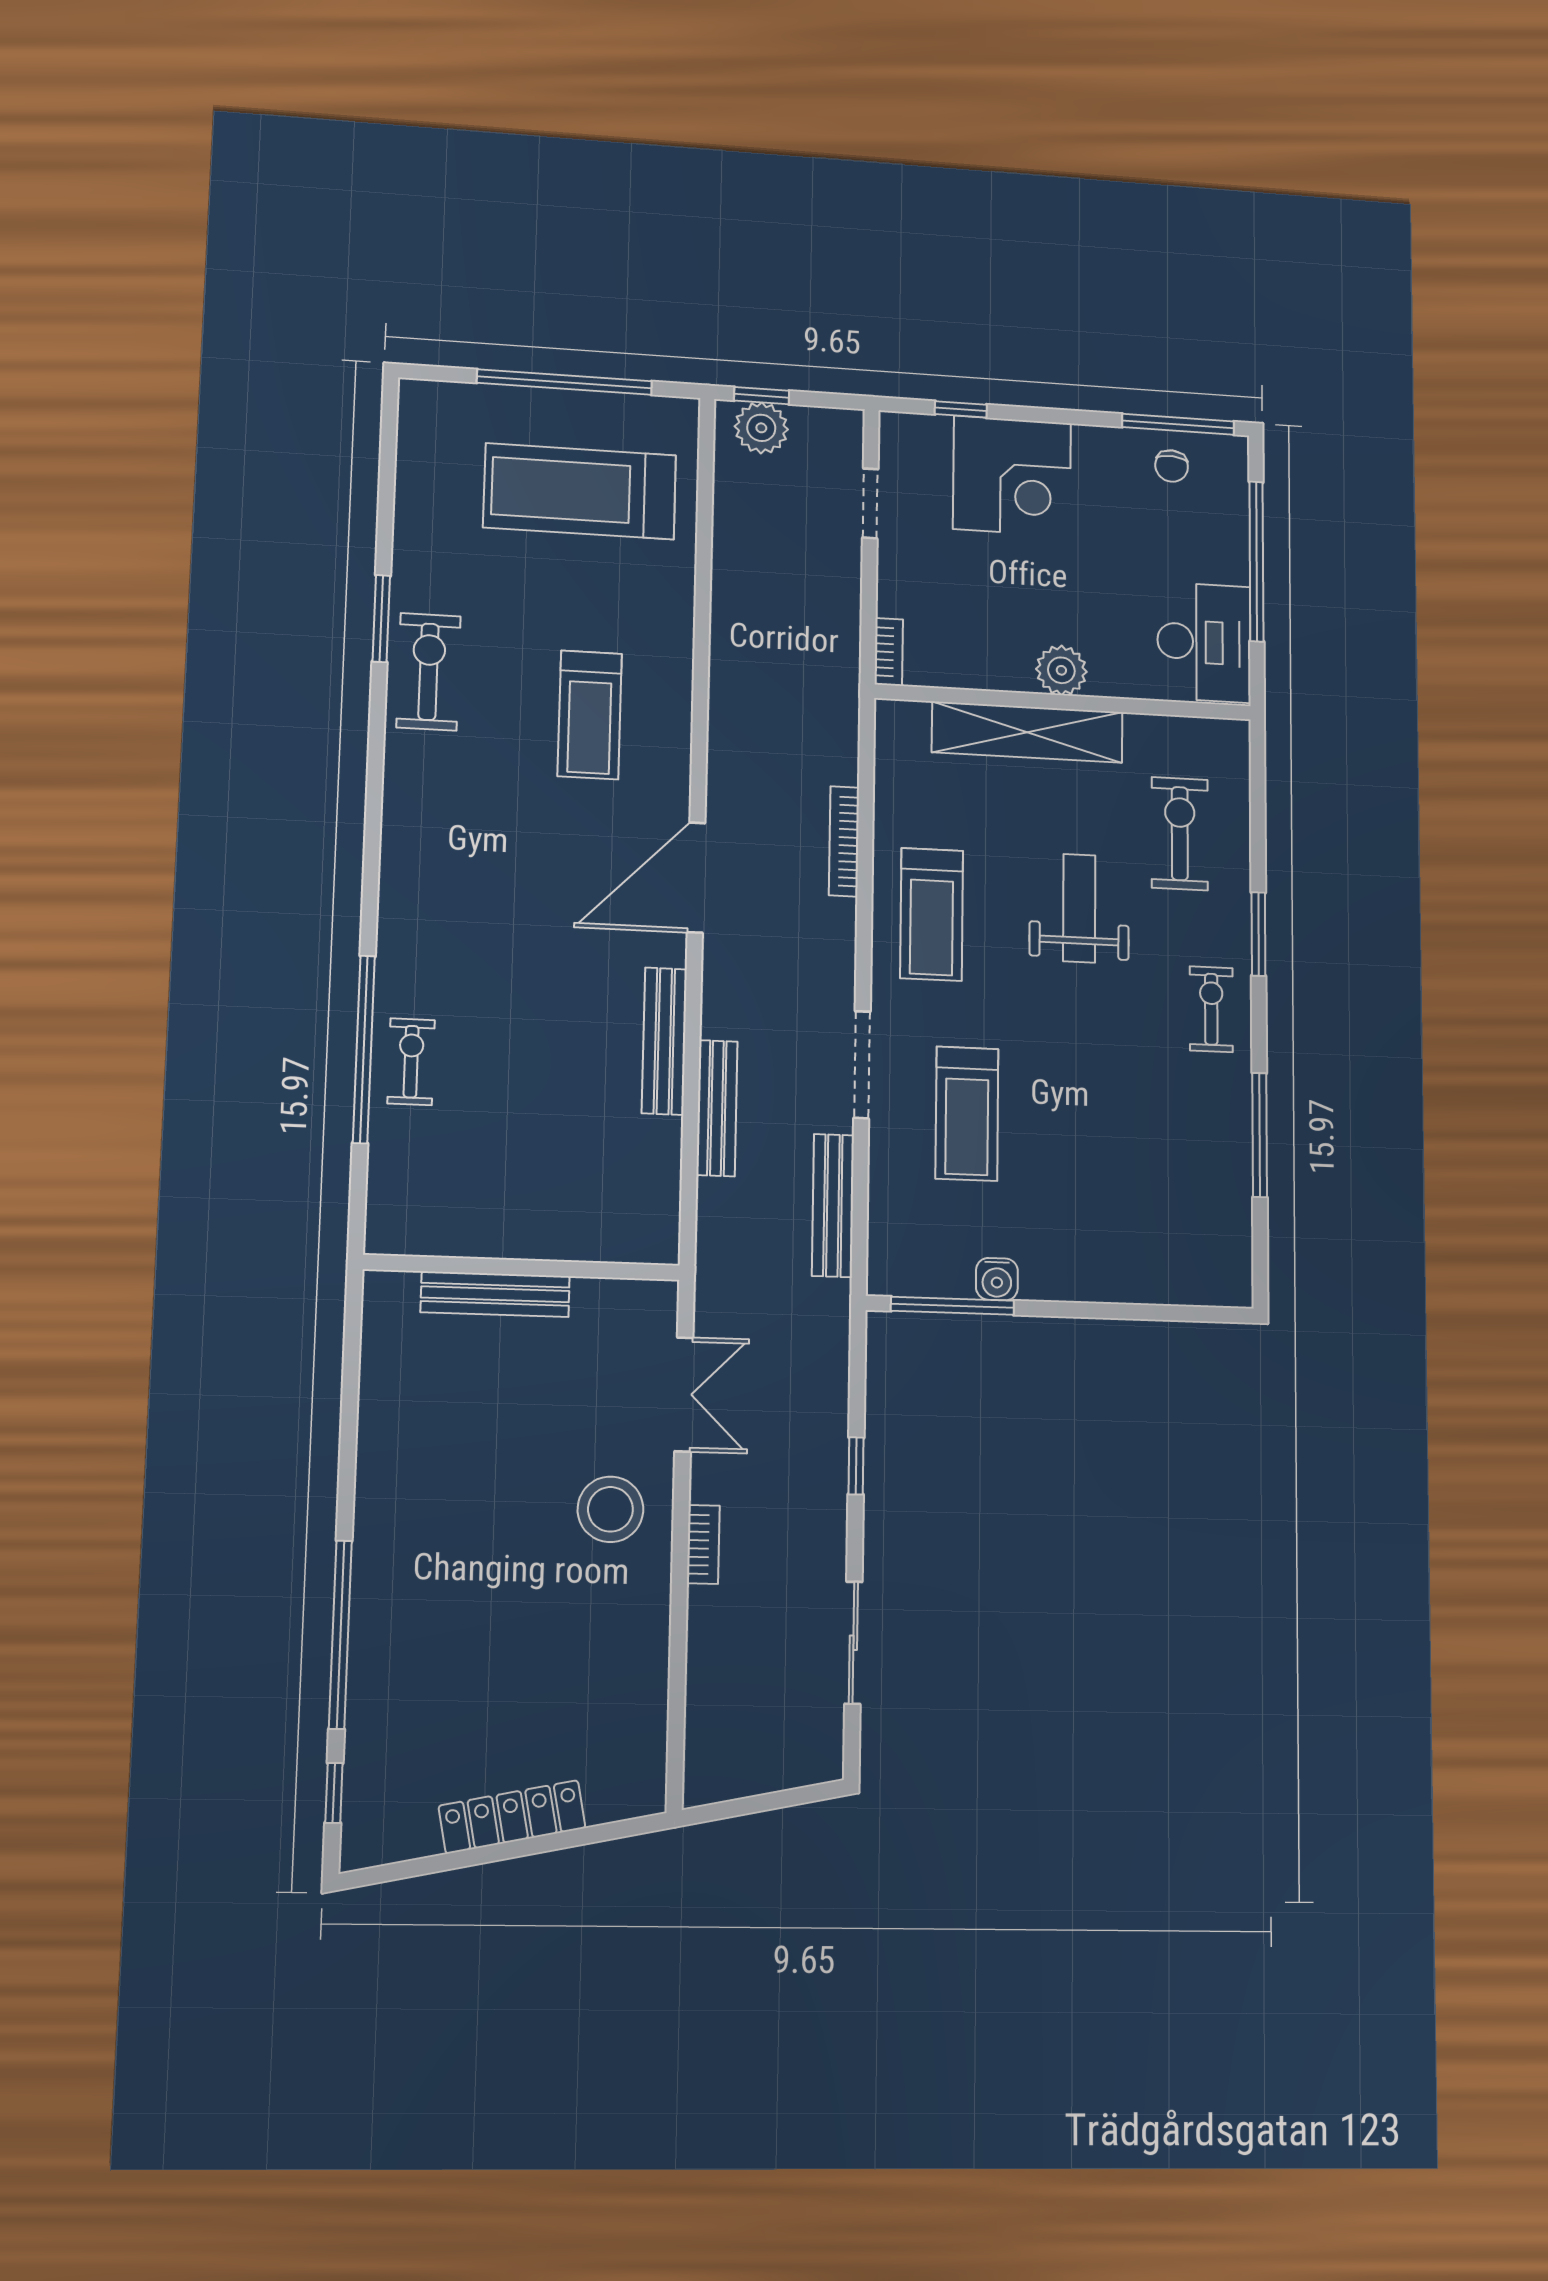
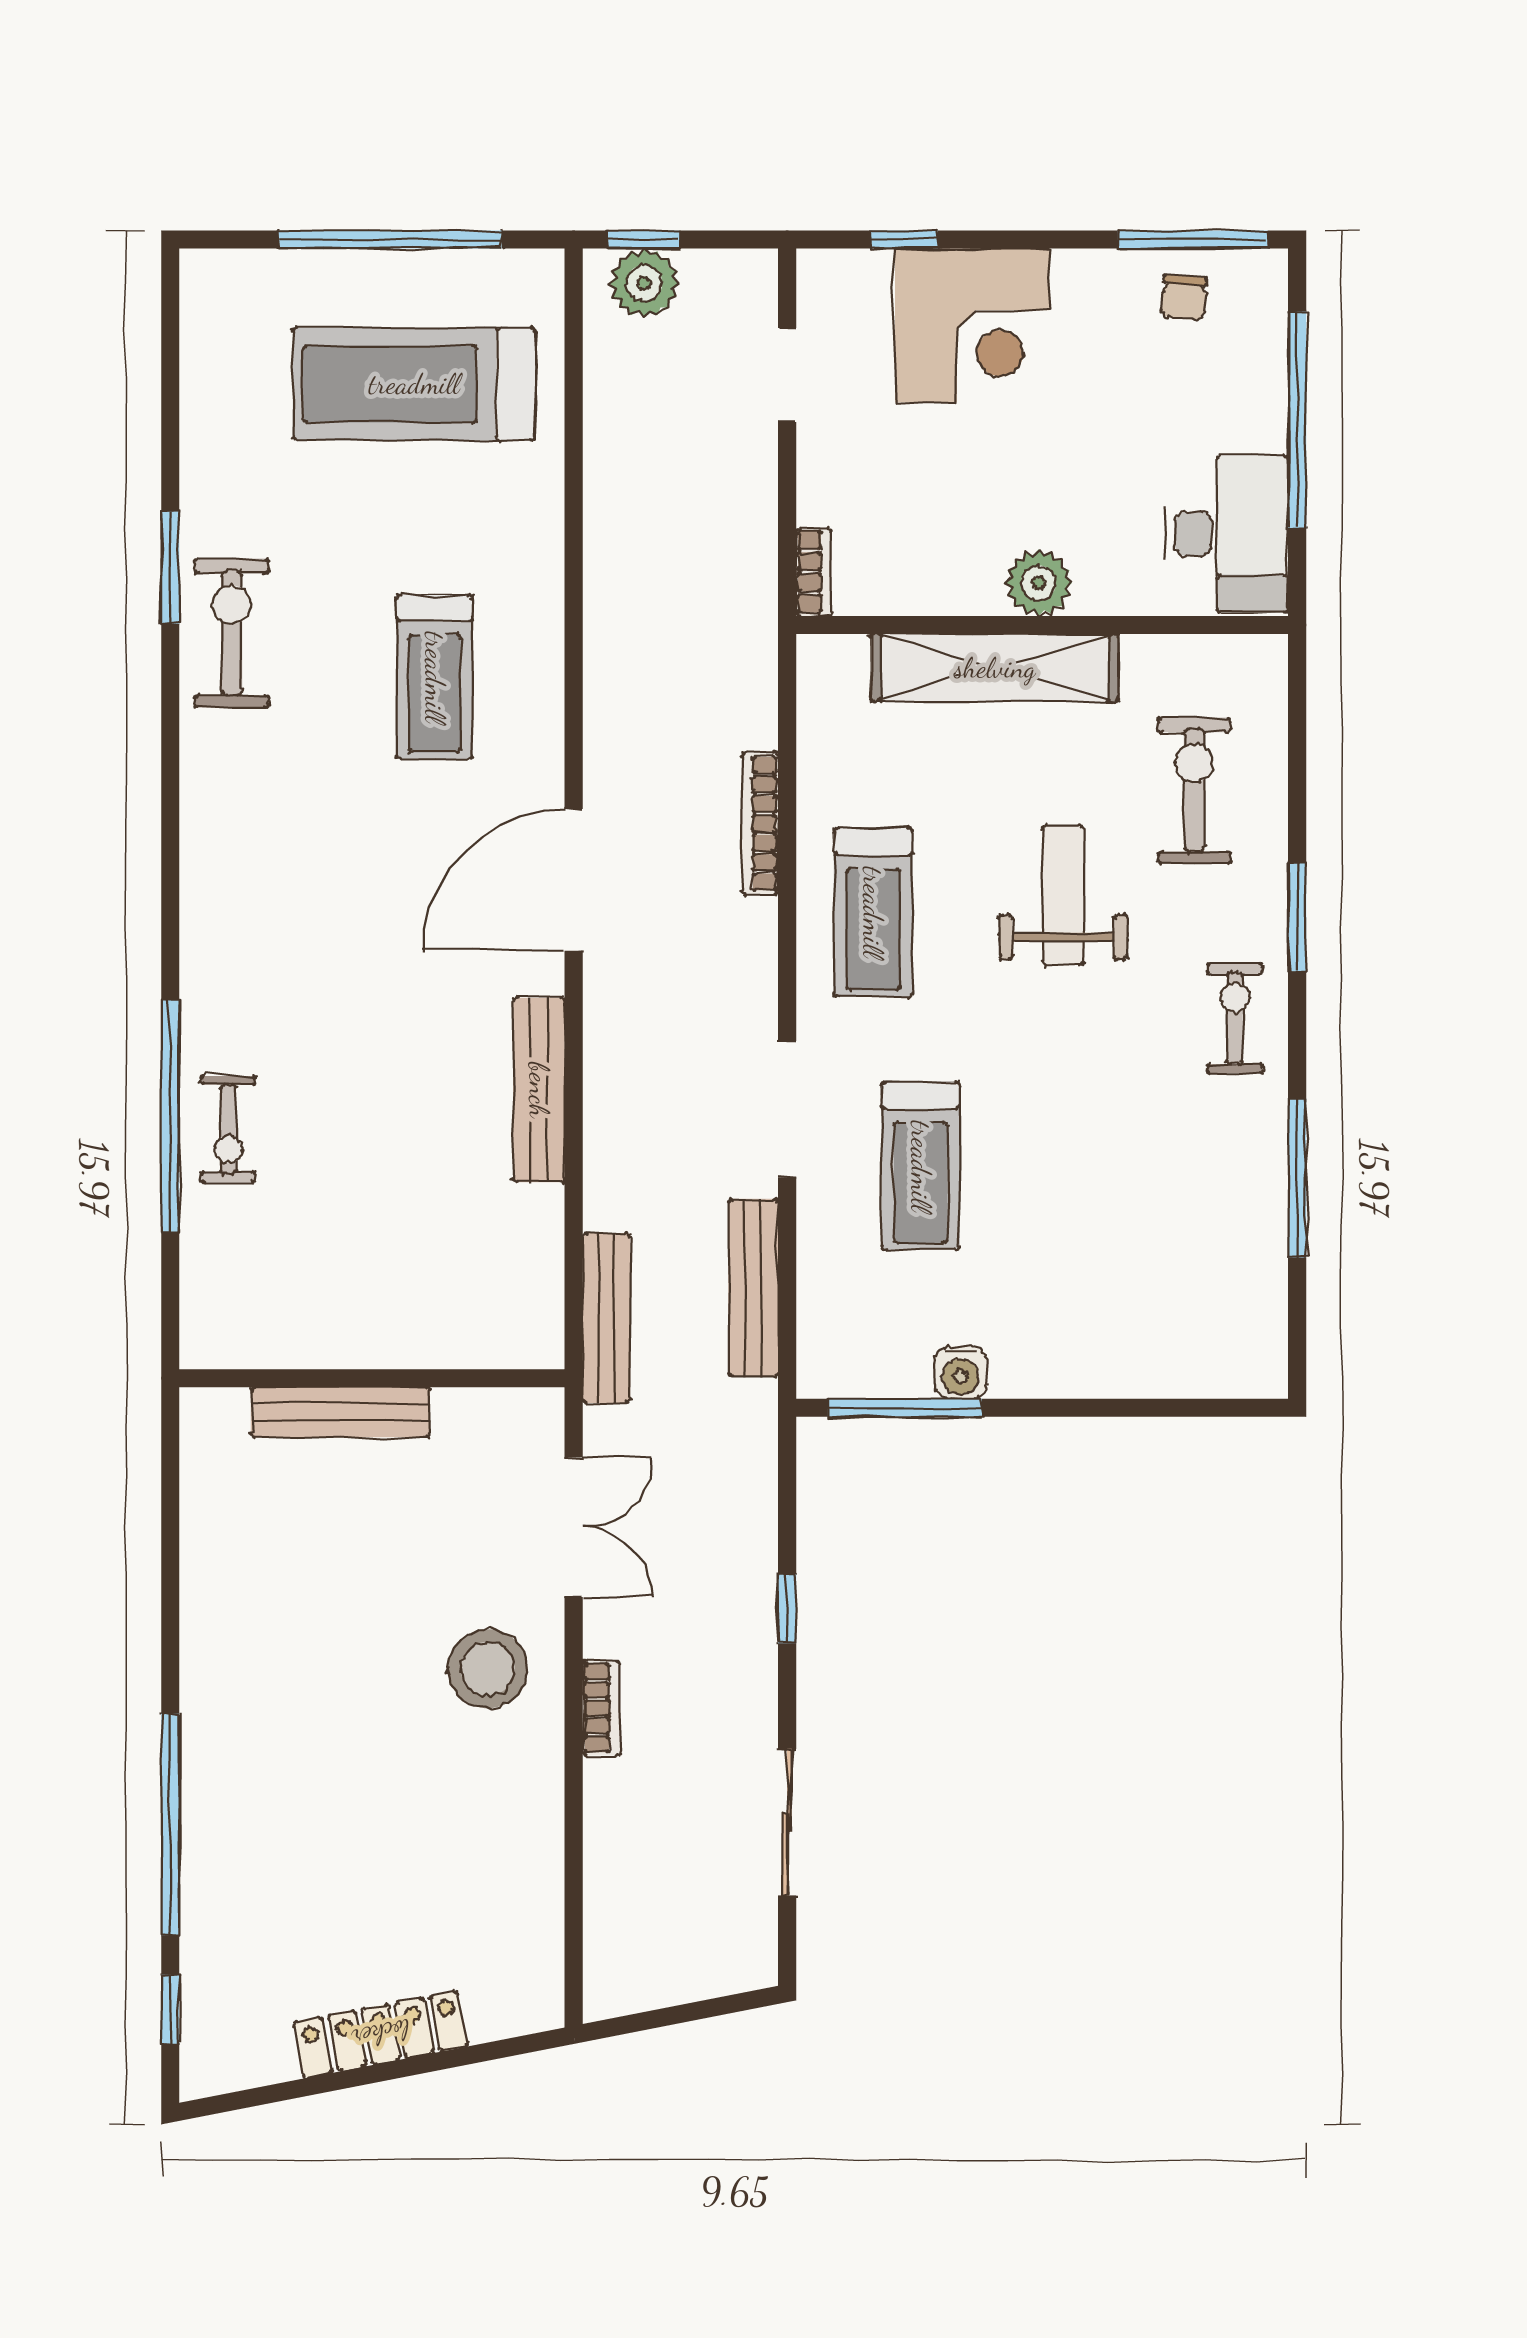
exercise bike: (411, 1062) -> (228, 1129), turned 180
bench: (717, 1108) -> (606, 1318), moved

